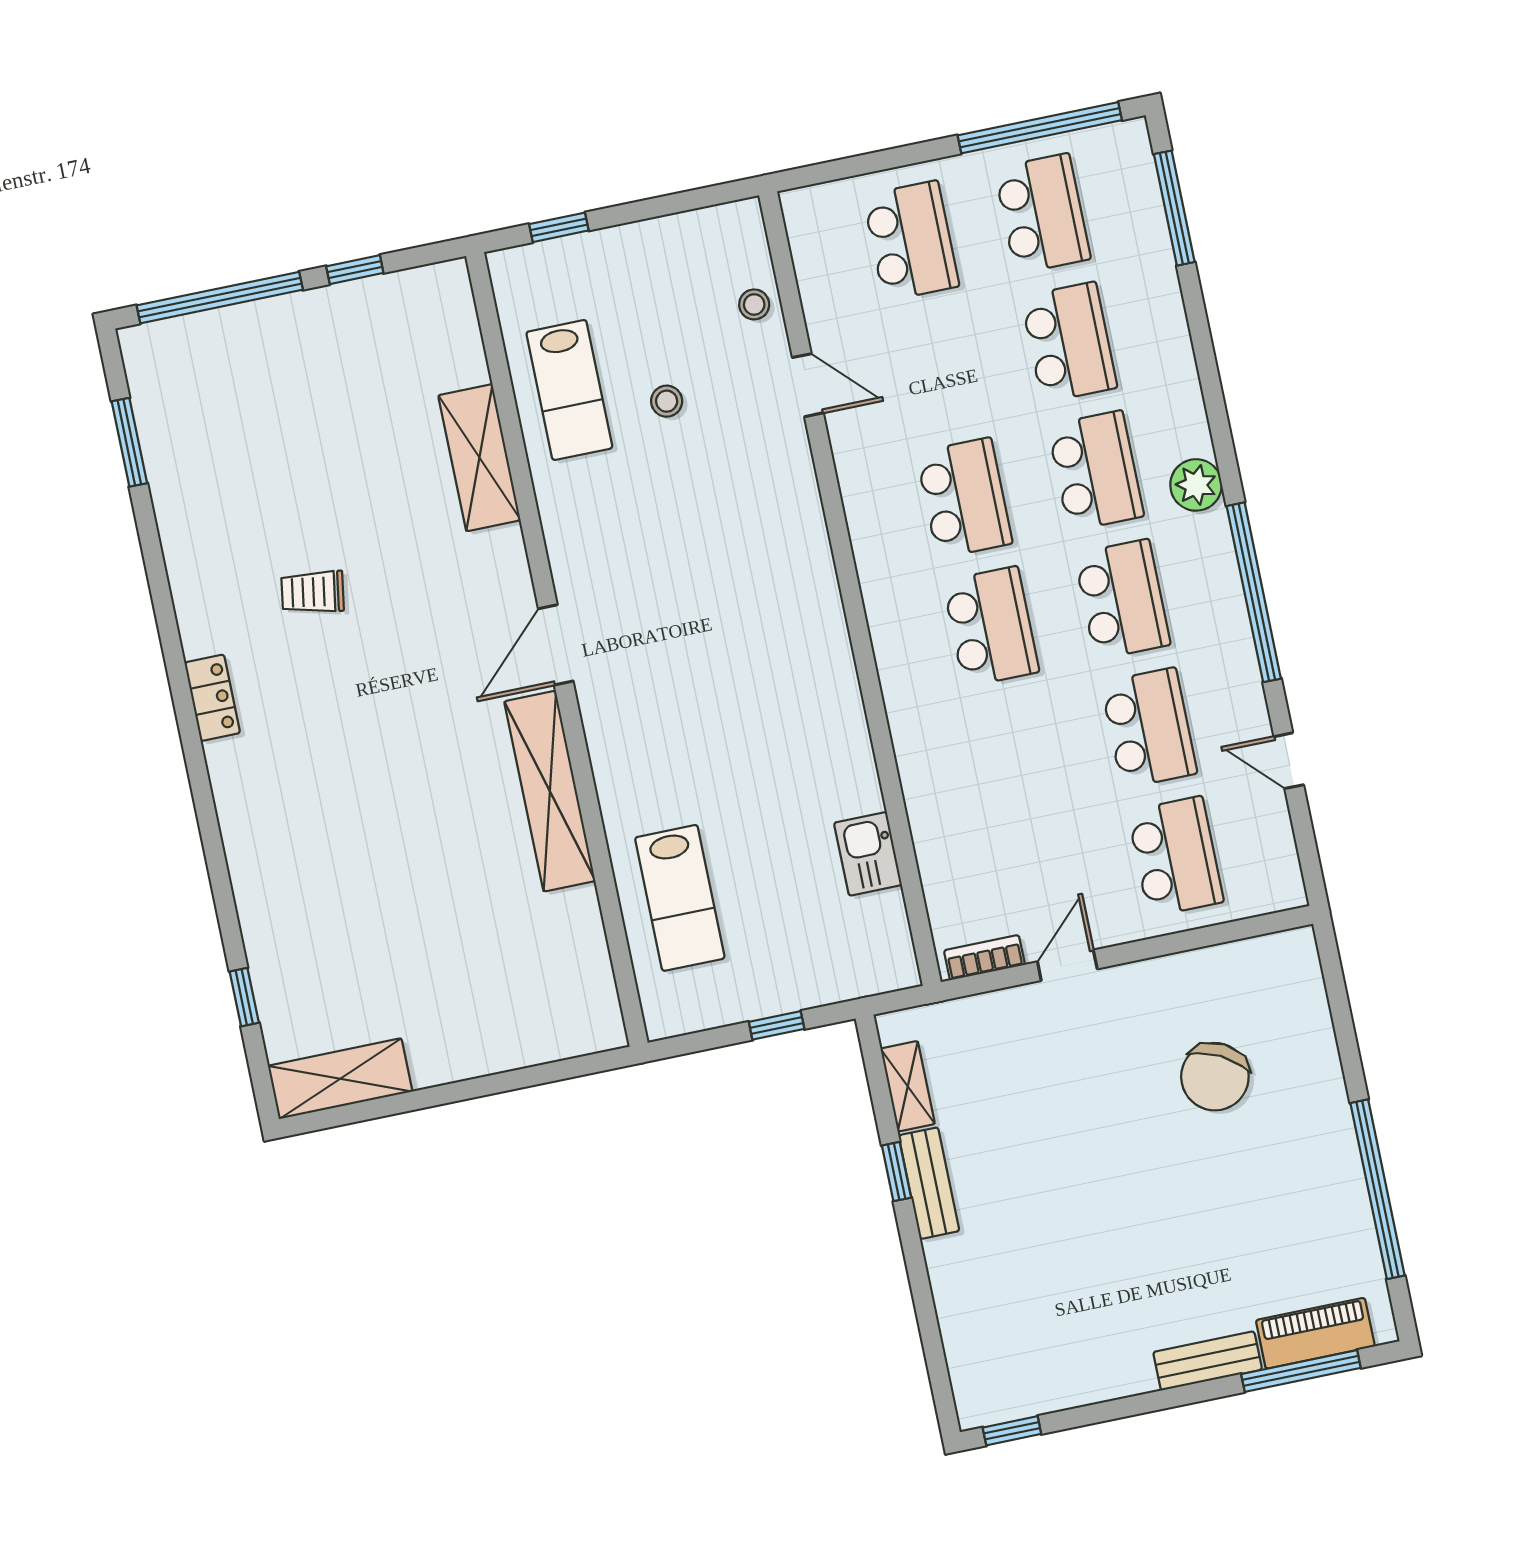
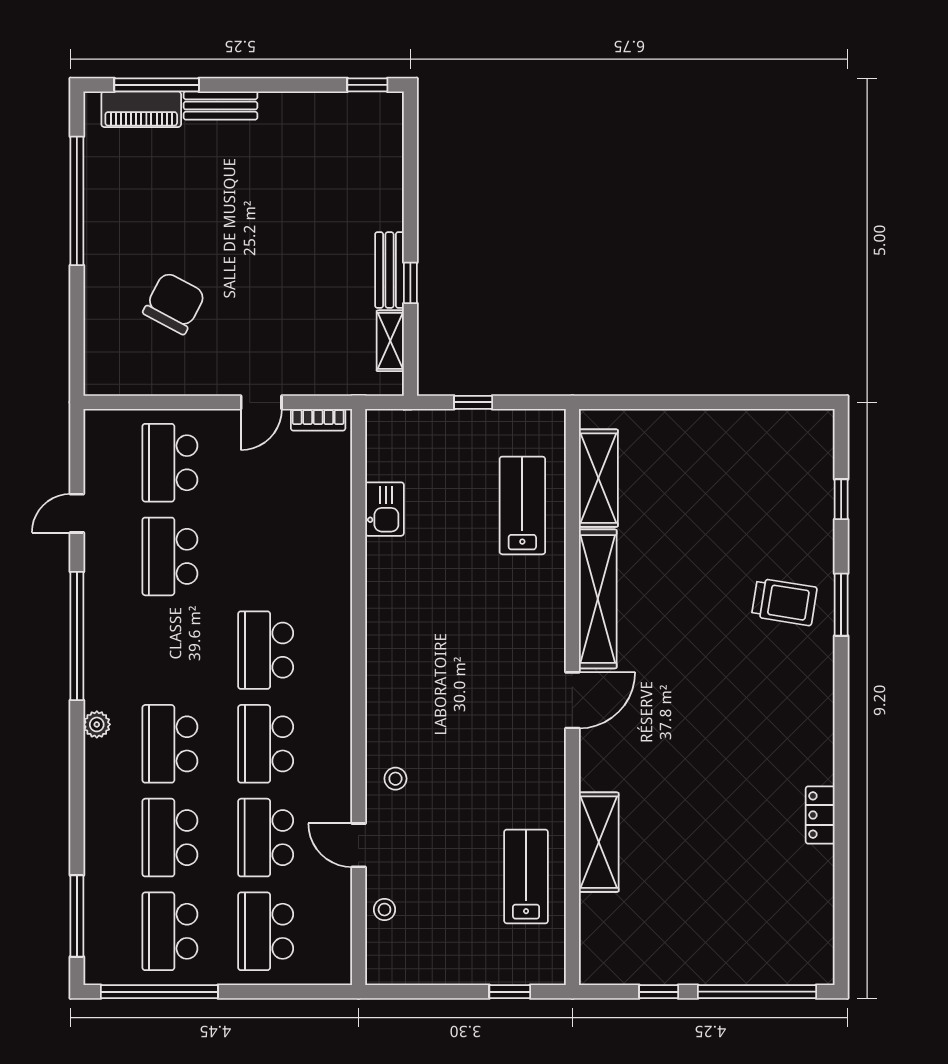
stool: (667, 401) -> (395, 779), moved
window: (129, 442) -> (841, 605), moved
plant: (1196, 485) -> (97, 724), width x0.73, depth x0.73
trolley: (313, 592) -> (784, 602), moved, width x1.36, depth x1.39
school desk: (1122, 599) -> (266, 838), moved
locker: (212, 698) -> (820, 815), moved
door: (1289, 761) -> (77, 513), swing flipped
shelving: (340, 1079) -> (598, 478), moved, turned 90

